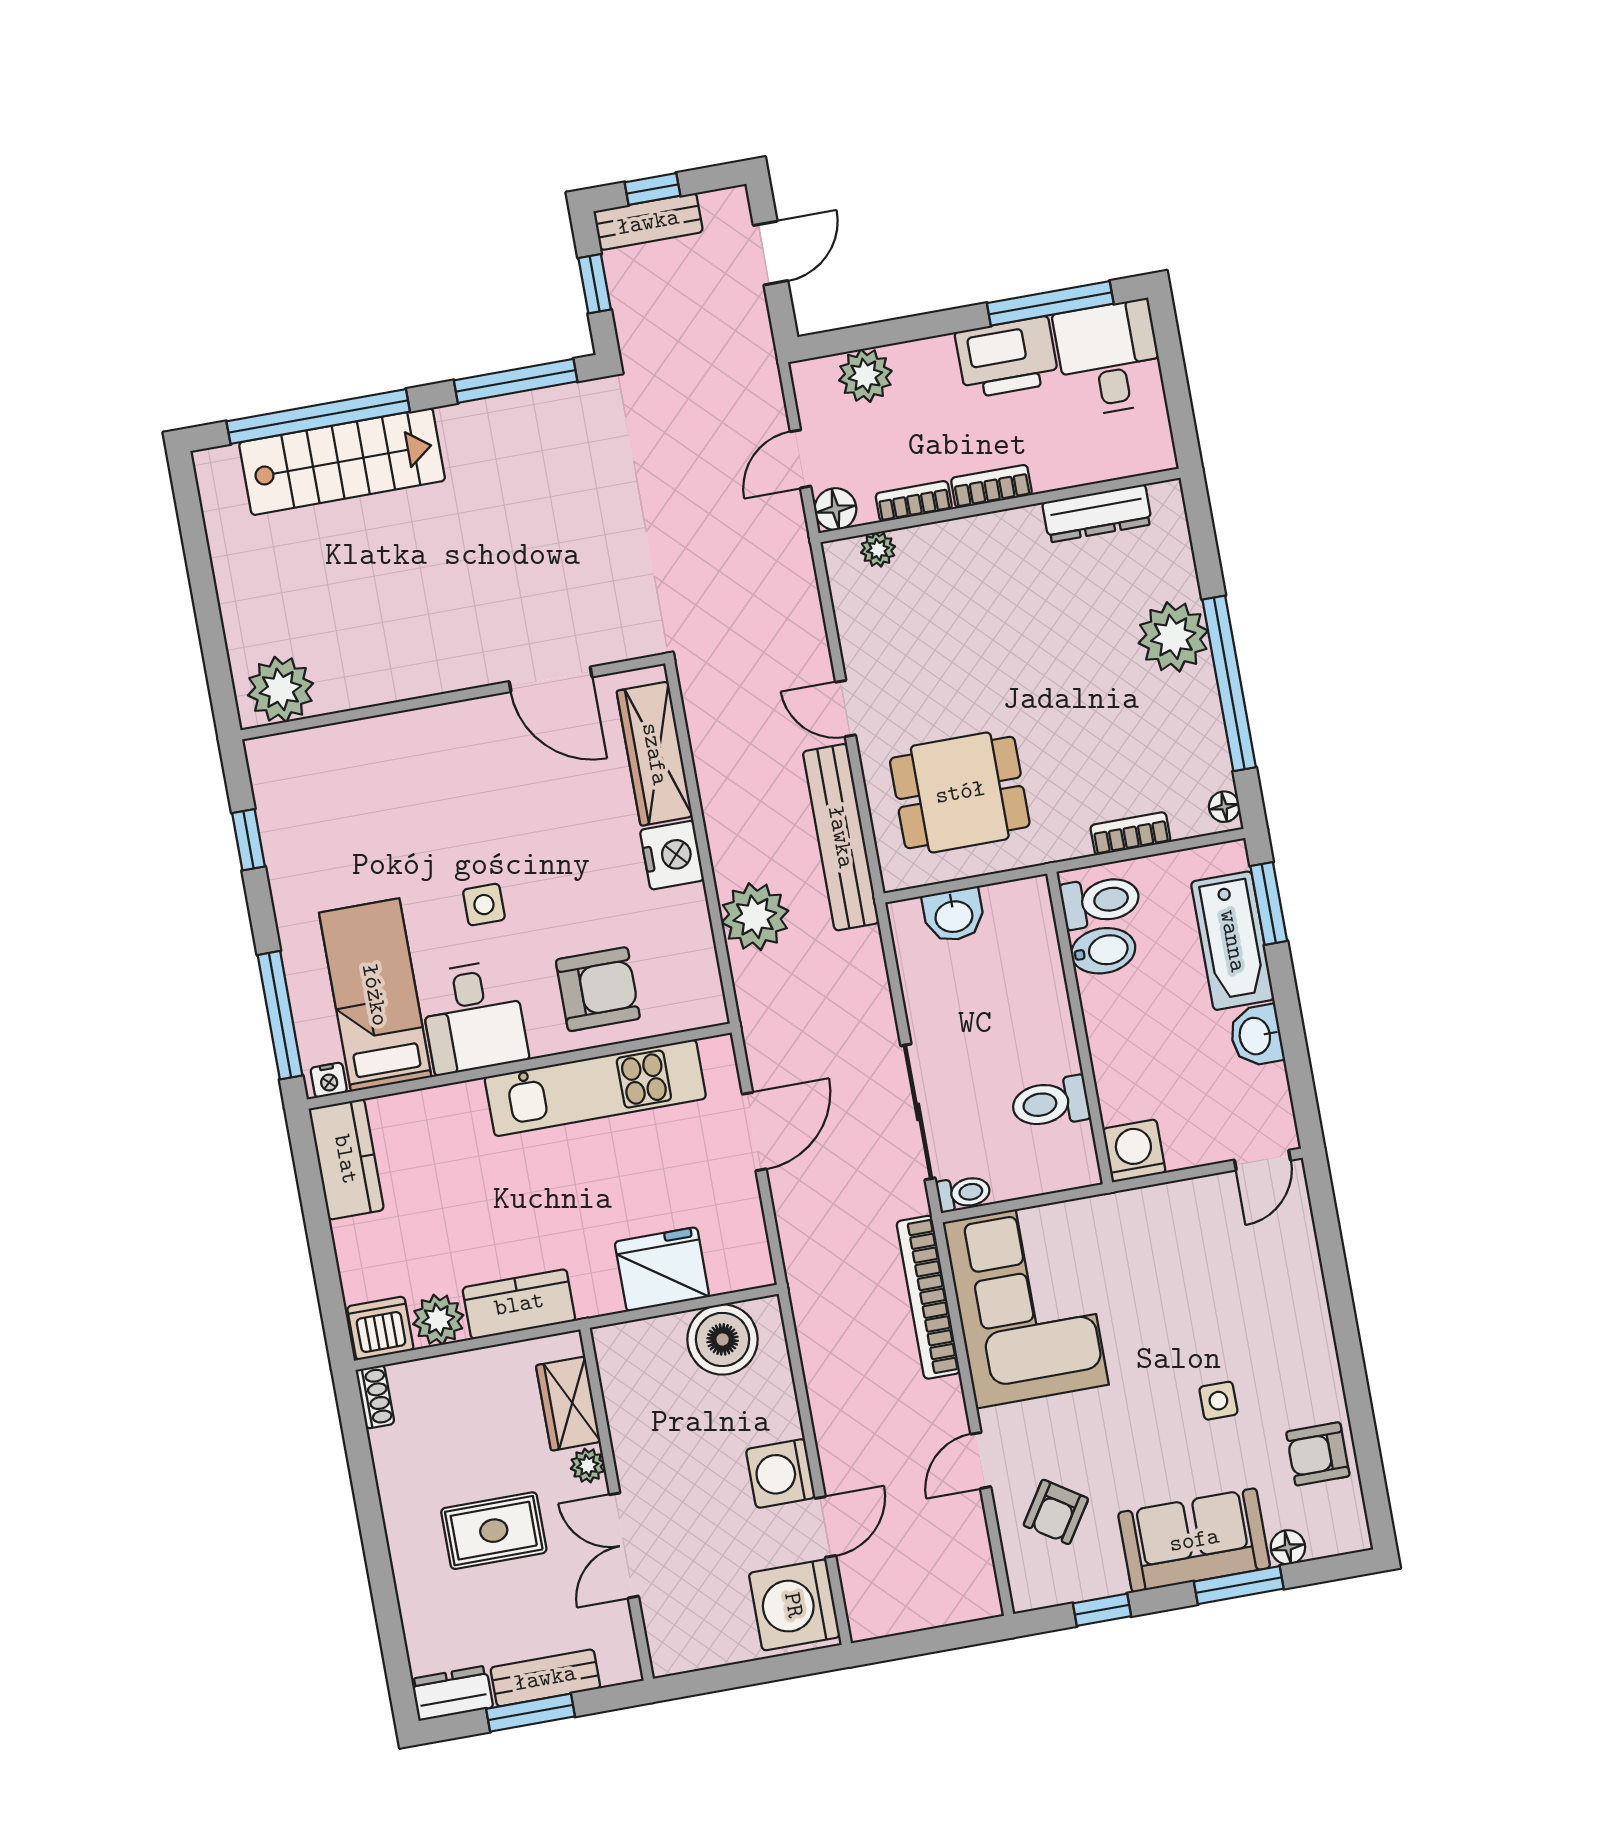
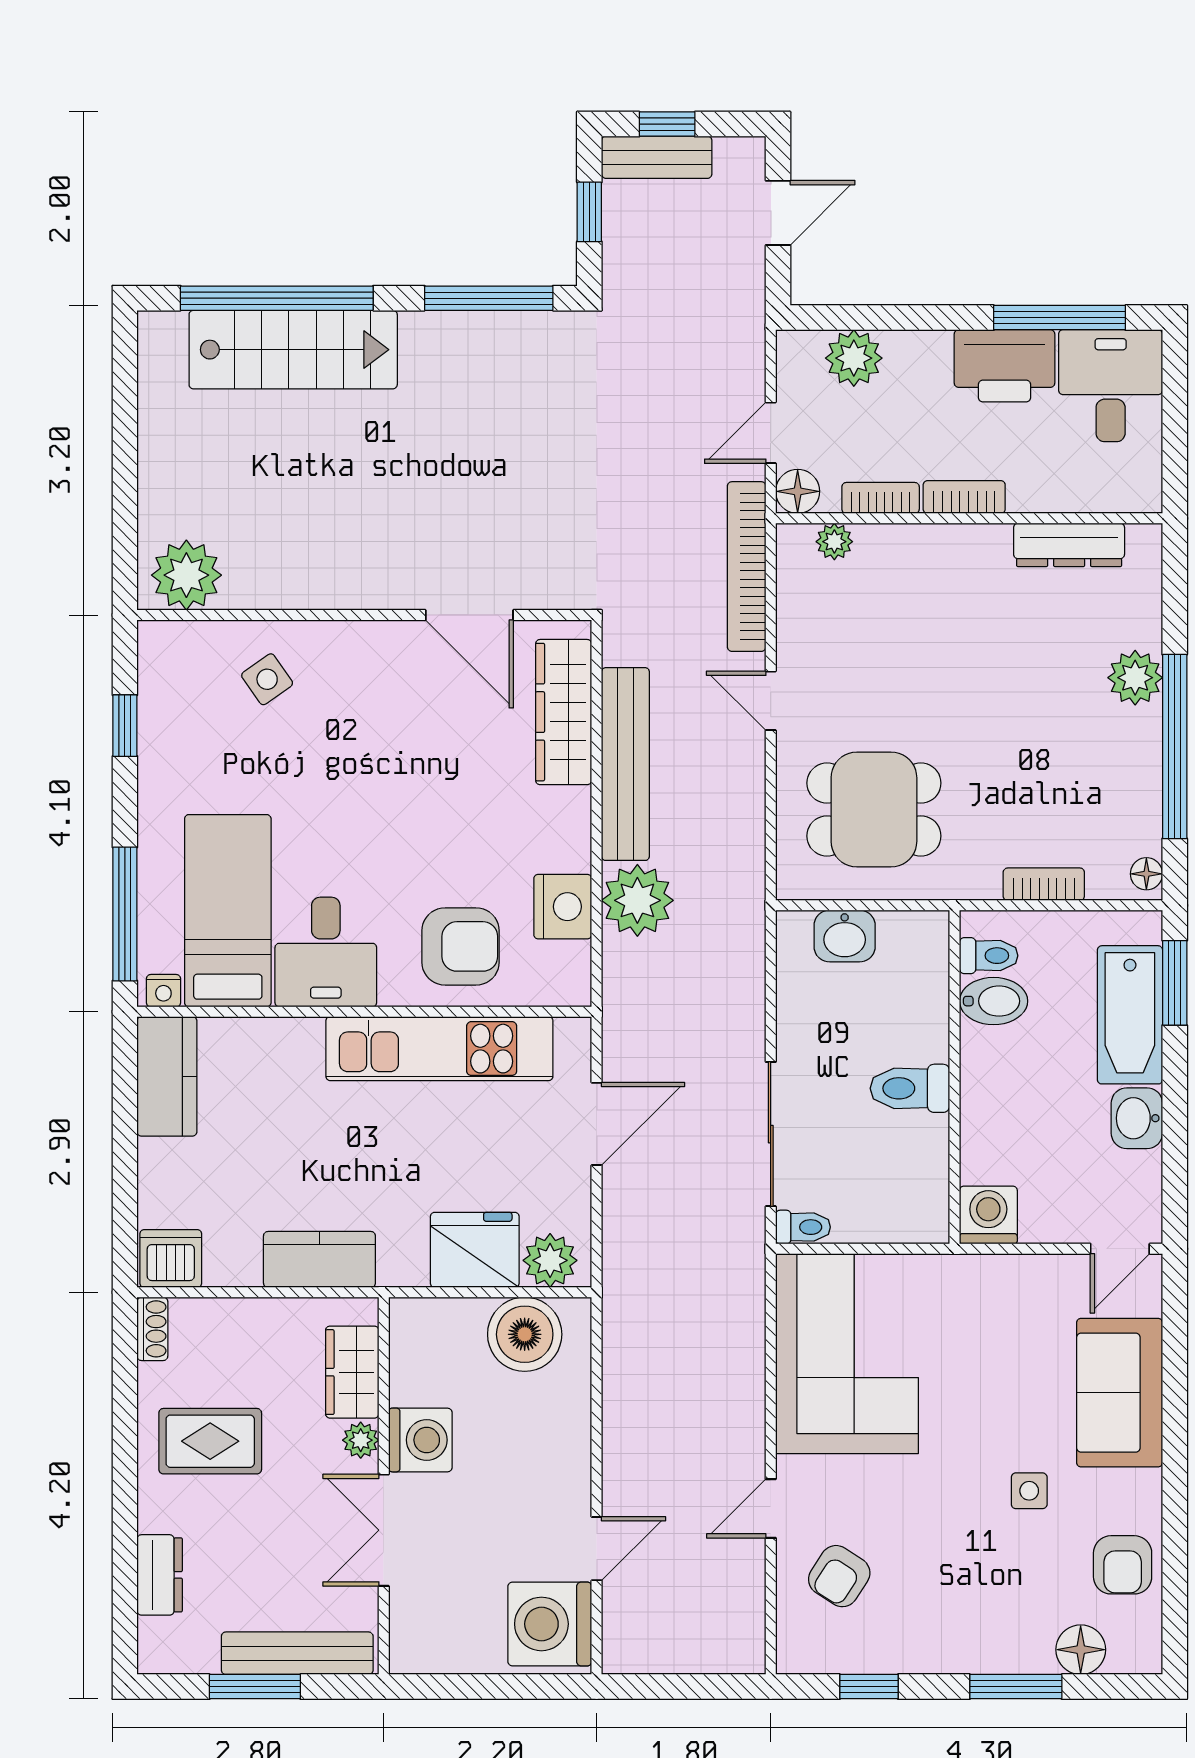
plant: (1173, 637) -> (1135, 678), width x0.73, depth x0.73
bench: (841, 837) -> (625, 764), moved
nightstand: (672, 855) -> (563, 907), moved
toilet: (1100, 901) -> (989, 956), width x0.73, depth x0.72
side table: (484, 905) -> (267, 679), moved, turned -35
toilet: (1050, 1103) -> (910, 1088), moved
bookcase: (928, 1297) -> (747, 567), moved
plant: (438, 1320) -> (550, 1260), moved
armchair: (1318, 1454) -> (1123, 1565), turned -90
washing machine: (781, 1473) -> (420, 1440), moved, turned 180
rug: (494, 1531) -> (210, 1441), moved
sofa: (1194, 1540) -> (1120, 1393), moved, turned -90
floor lamp: (1288, 1547) -> (1081, 1650), width x1.37, depth x1.37
bench: (545, 1678) -> (297, 1653), width x1.36
dresser: (452, 1693) -> (160, 1575), moved, turned 90

